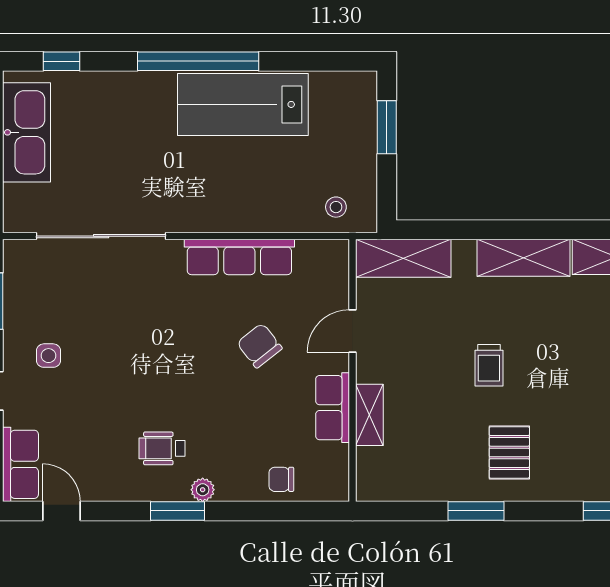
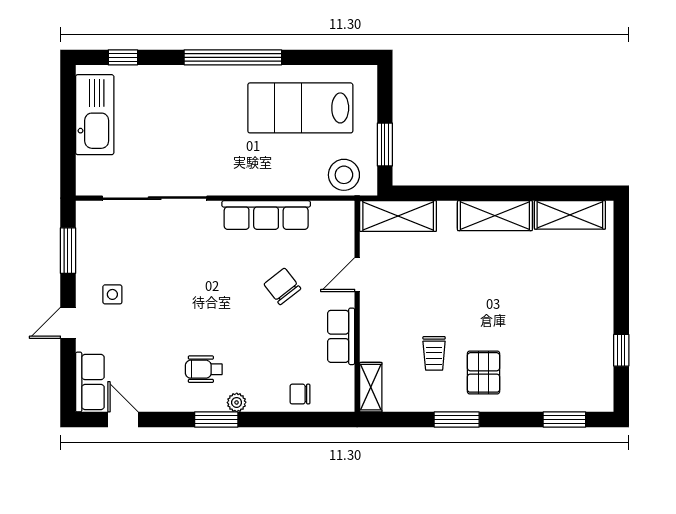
lab bench: (243, 104) -> (300, 108), moved
window: (387, 127) -> (385, 144), moved
stool: (336, 207) -> (344, 175), width x1.89, depth x1.89
trolley: (489, 365) -> (434, 353), moved
shelving: (369, 415) -> (371, 387), moved

